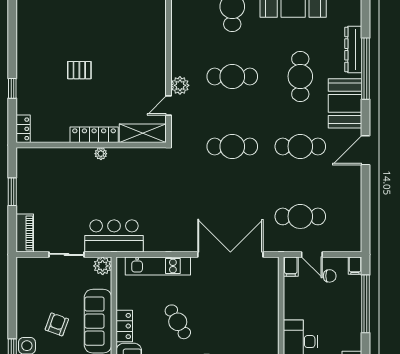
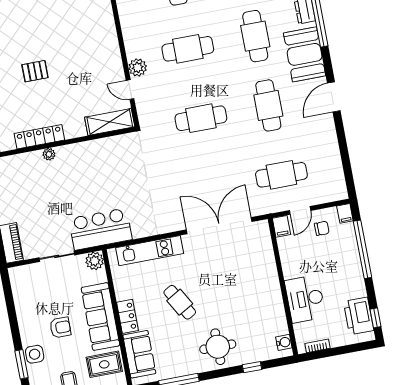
door: (169, 106) -> (130, 90), hinge flipped
locker: (94, 135) -> (39, 137), moved
cafe table: (300, 146) -> (268, 105), turned 90
plant: (101, 154) -> (49, 154), moved
door: (312, 254) -> (300, 210), hinge flipped
armchair: (57, 324) -> (60, 327), turned 70

